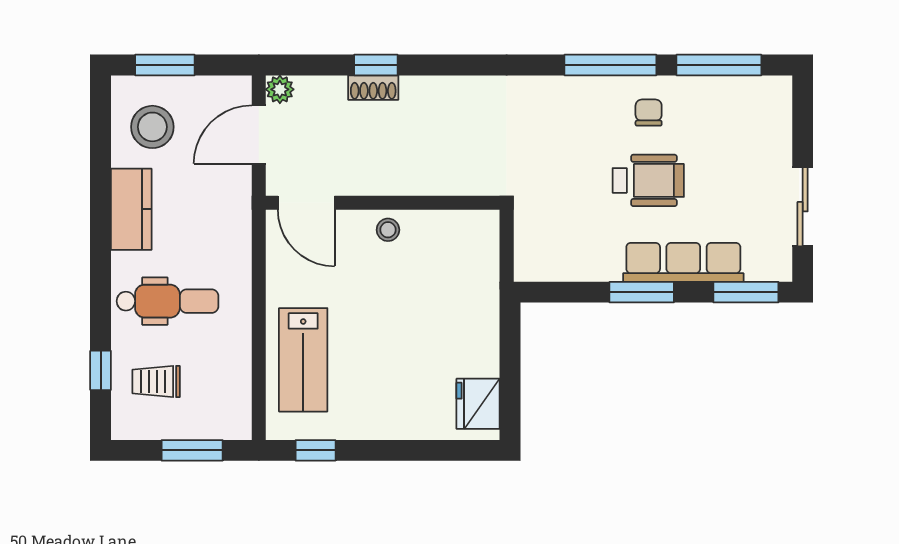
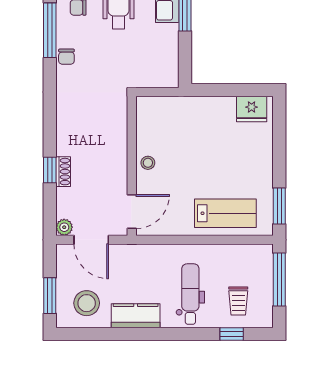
chair: (566, 93) -> (66, 57), added
window: (192, 450) -> (279, 279), width x1.44
window: (316, 450) -> (279, 206), width x1.50

